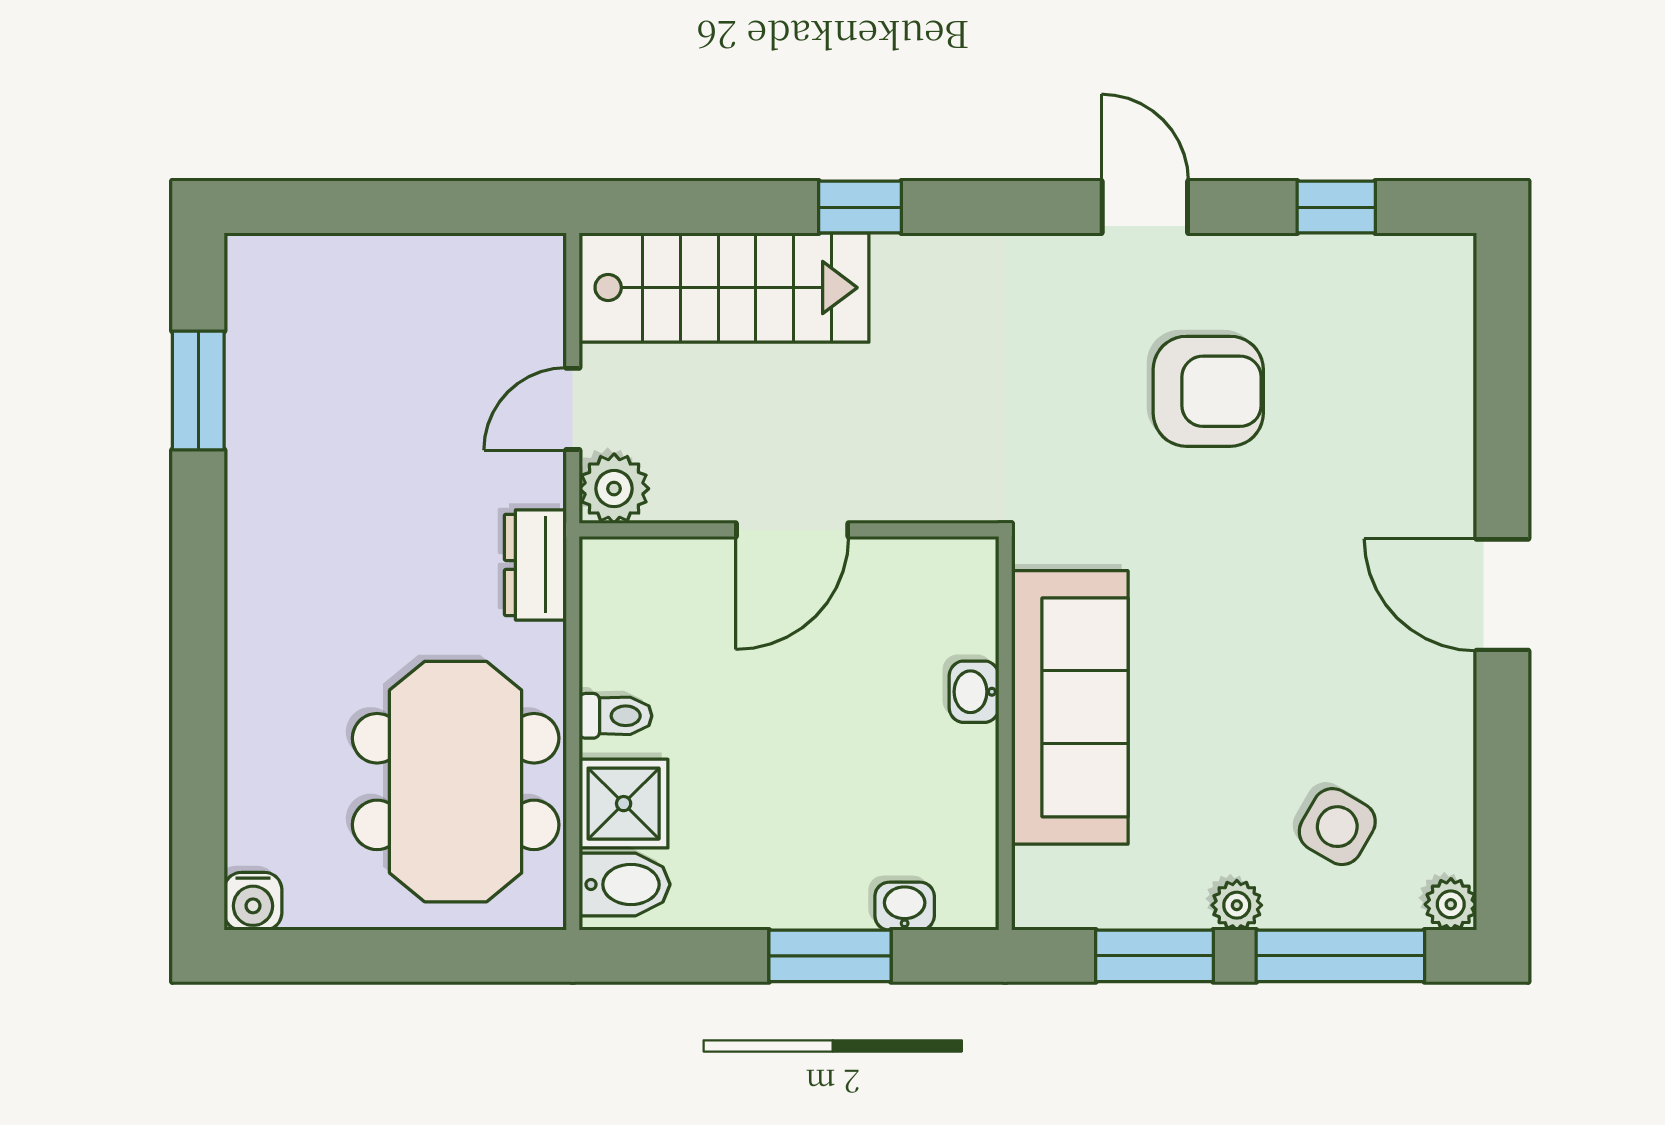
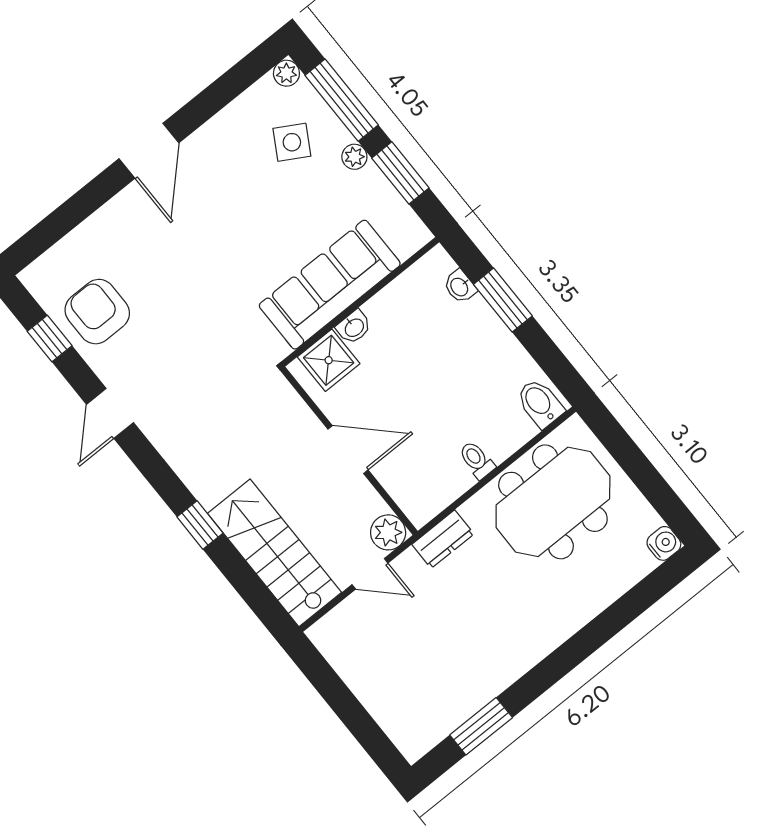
armchair: (1208, 391) -> (97, 312), moved
shower: (624, 804) -> (329, 360), moved

